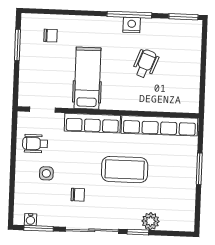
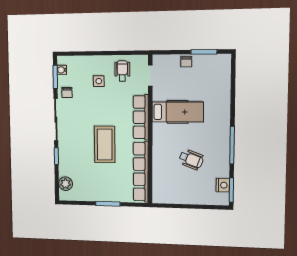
nightstand: (132, 25) -> (223, 185), moved
chair: (50, 36) -> (186, 62), moved
chair: (78, 195) -> (67, 92), moved
plant: (151, 221) -> (66, 184), moved

